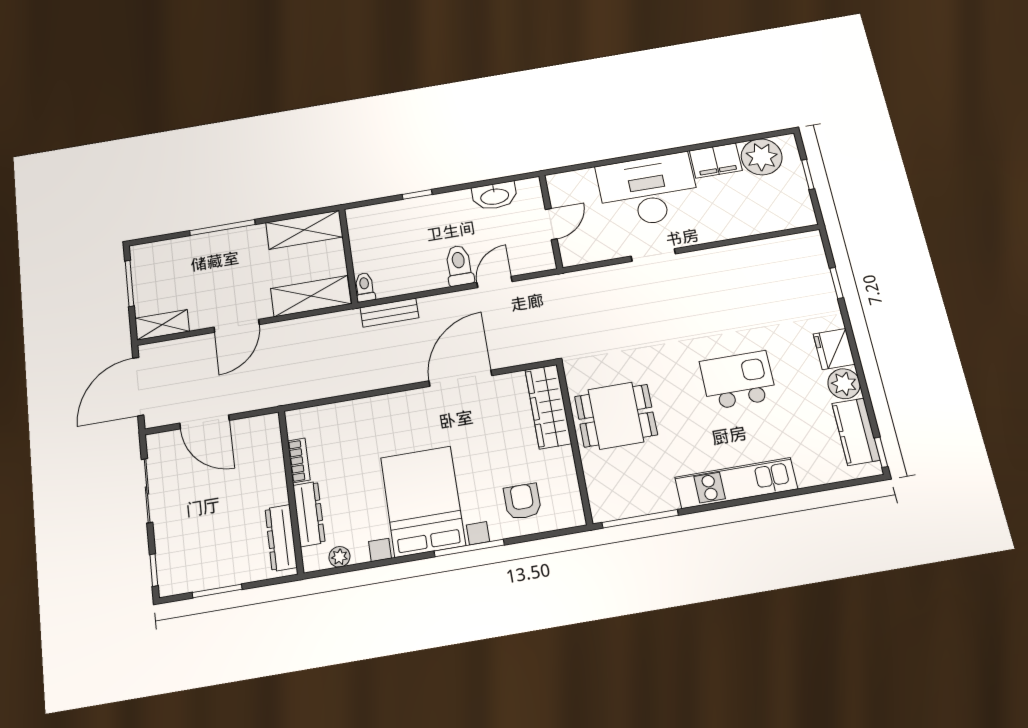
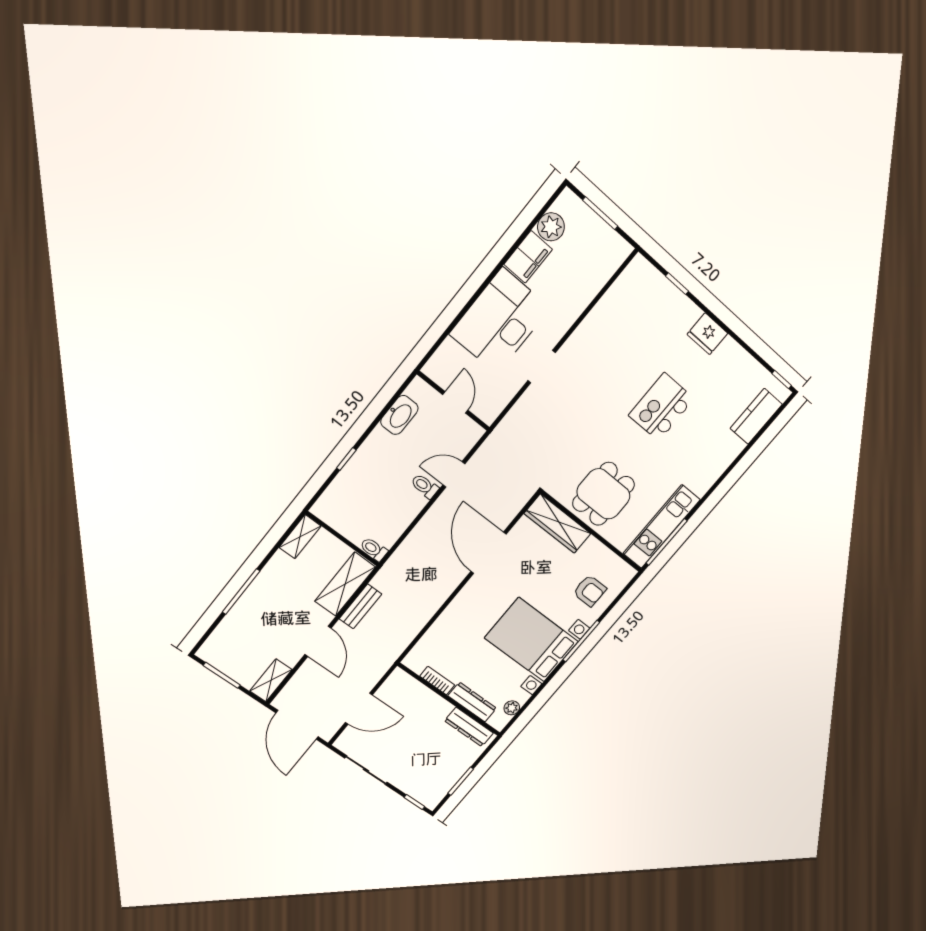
plant: (762, 157) -> (551, 227), width x0.73, depth x0.73
window: (808, 174) -> (600, 213), width x1.50
shelving: (304, 230) -> (300, 537), width x0.67, depth x0.75
toilet: (459, 266) -> (425, 486), width x0.73, depth x0.72
door: (495, 282) -> (454, 474), hinge flipped
bench: (389, 313) -> (360, 606), moved
plant: (844, 384) -> (729, 353), removed
kitchen counter: (856, 432) -> (756, 416), moved, turned 90
kitchen unit: (736, 483) -> (661, 527), moved
armchair: (522, 501) -> (590, 591), turned 180

